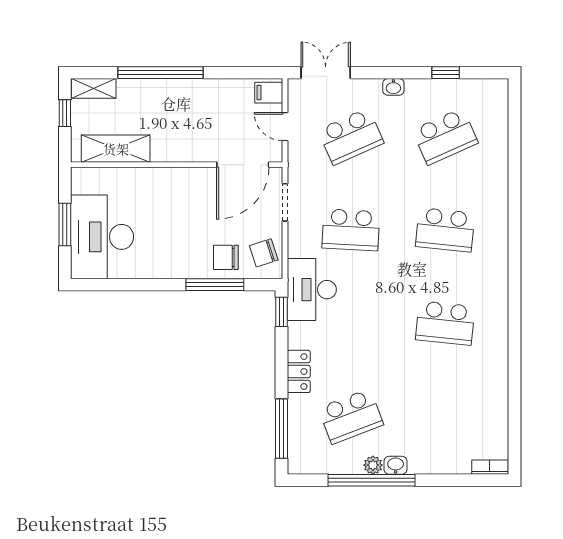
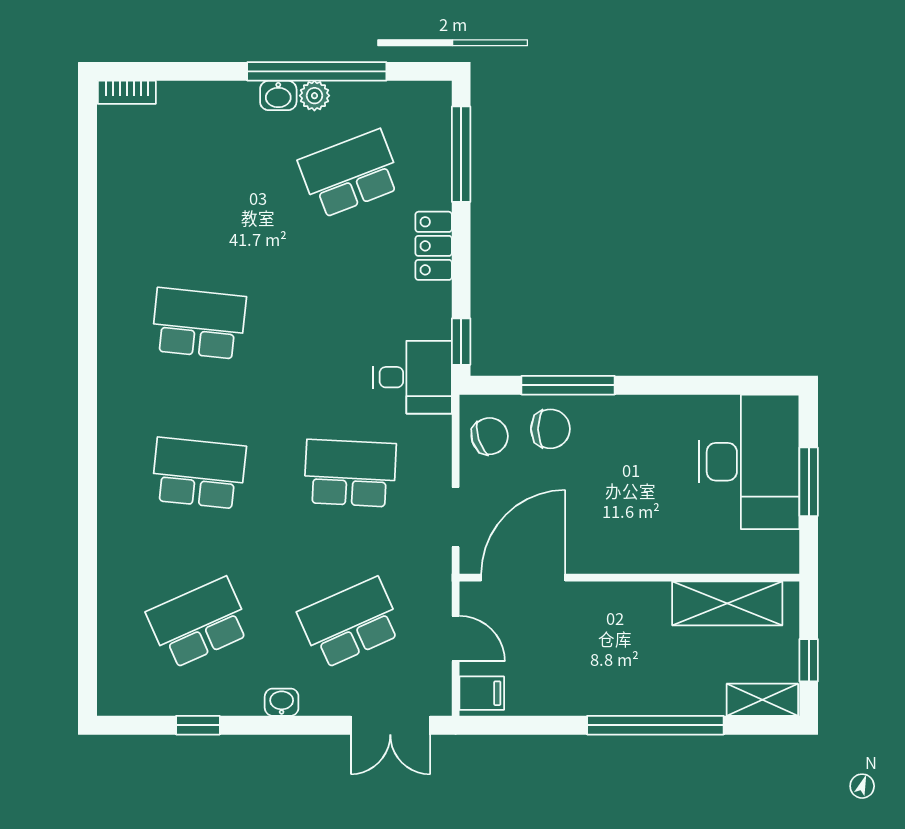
desk: (312, 290) -> (413, 377), width x0.73

